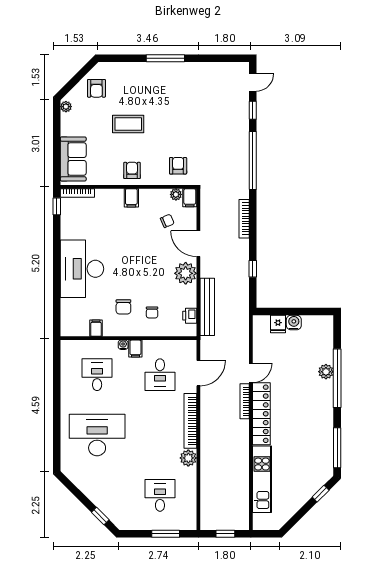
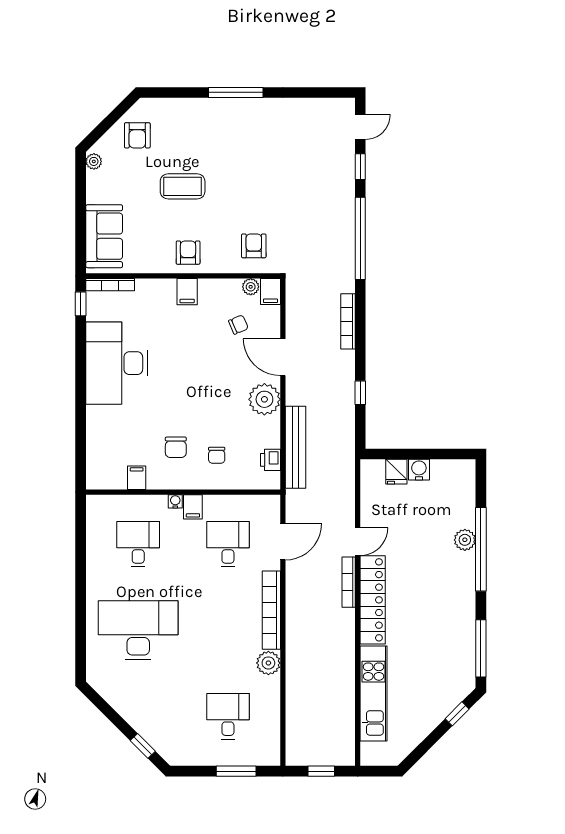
desk: (82, 269) -> (117, 363), moved
desk: (160, 375) -> (228, 544), turned 180

